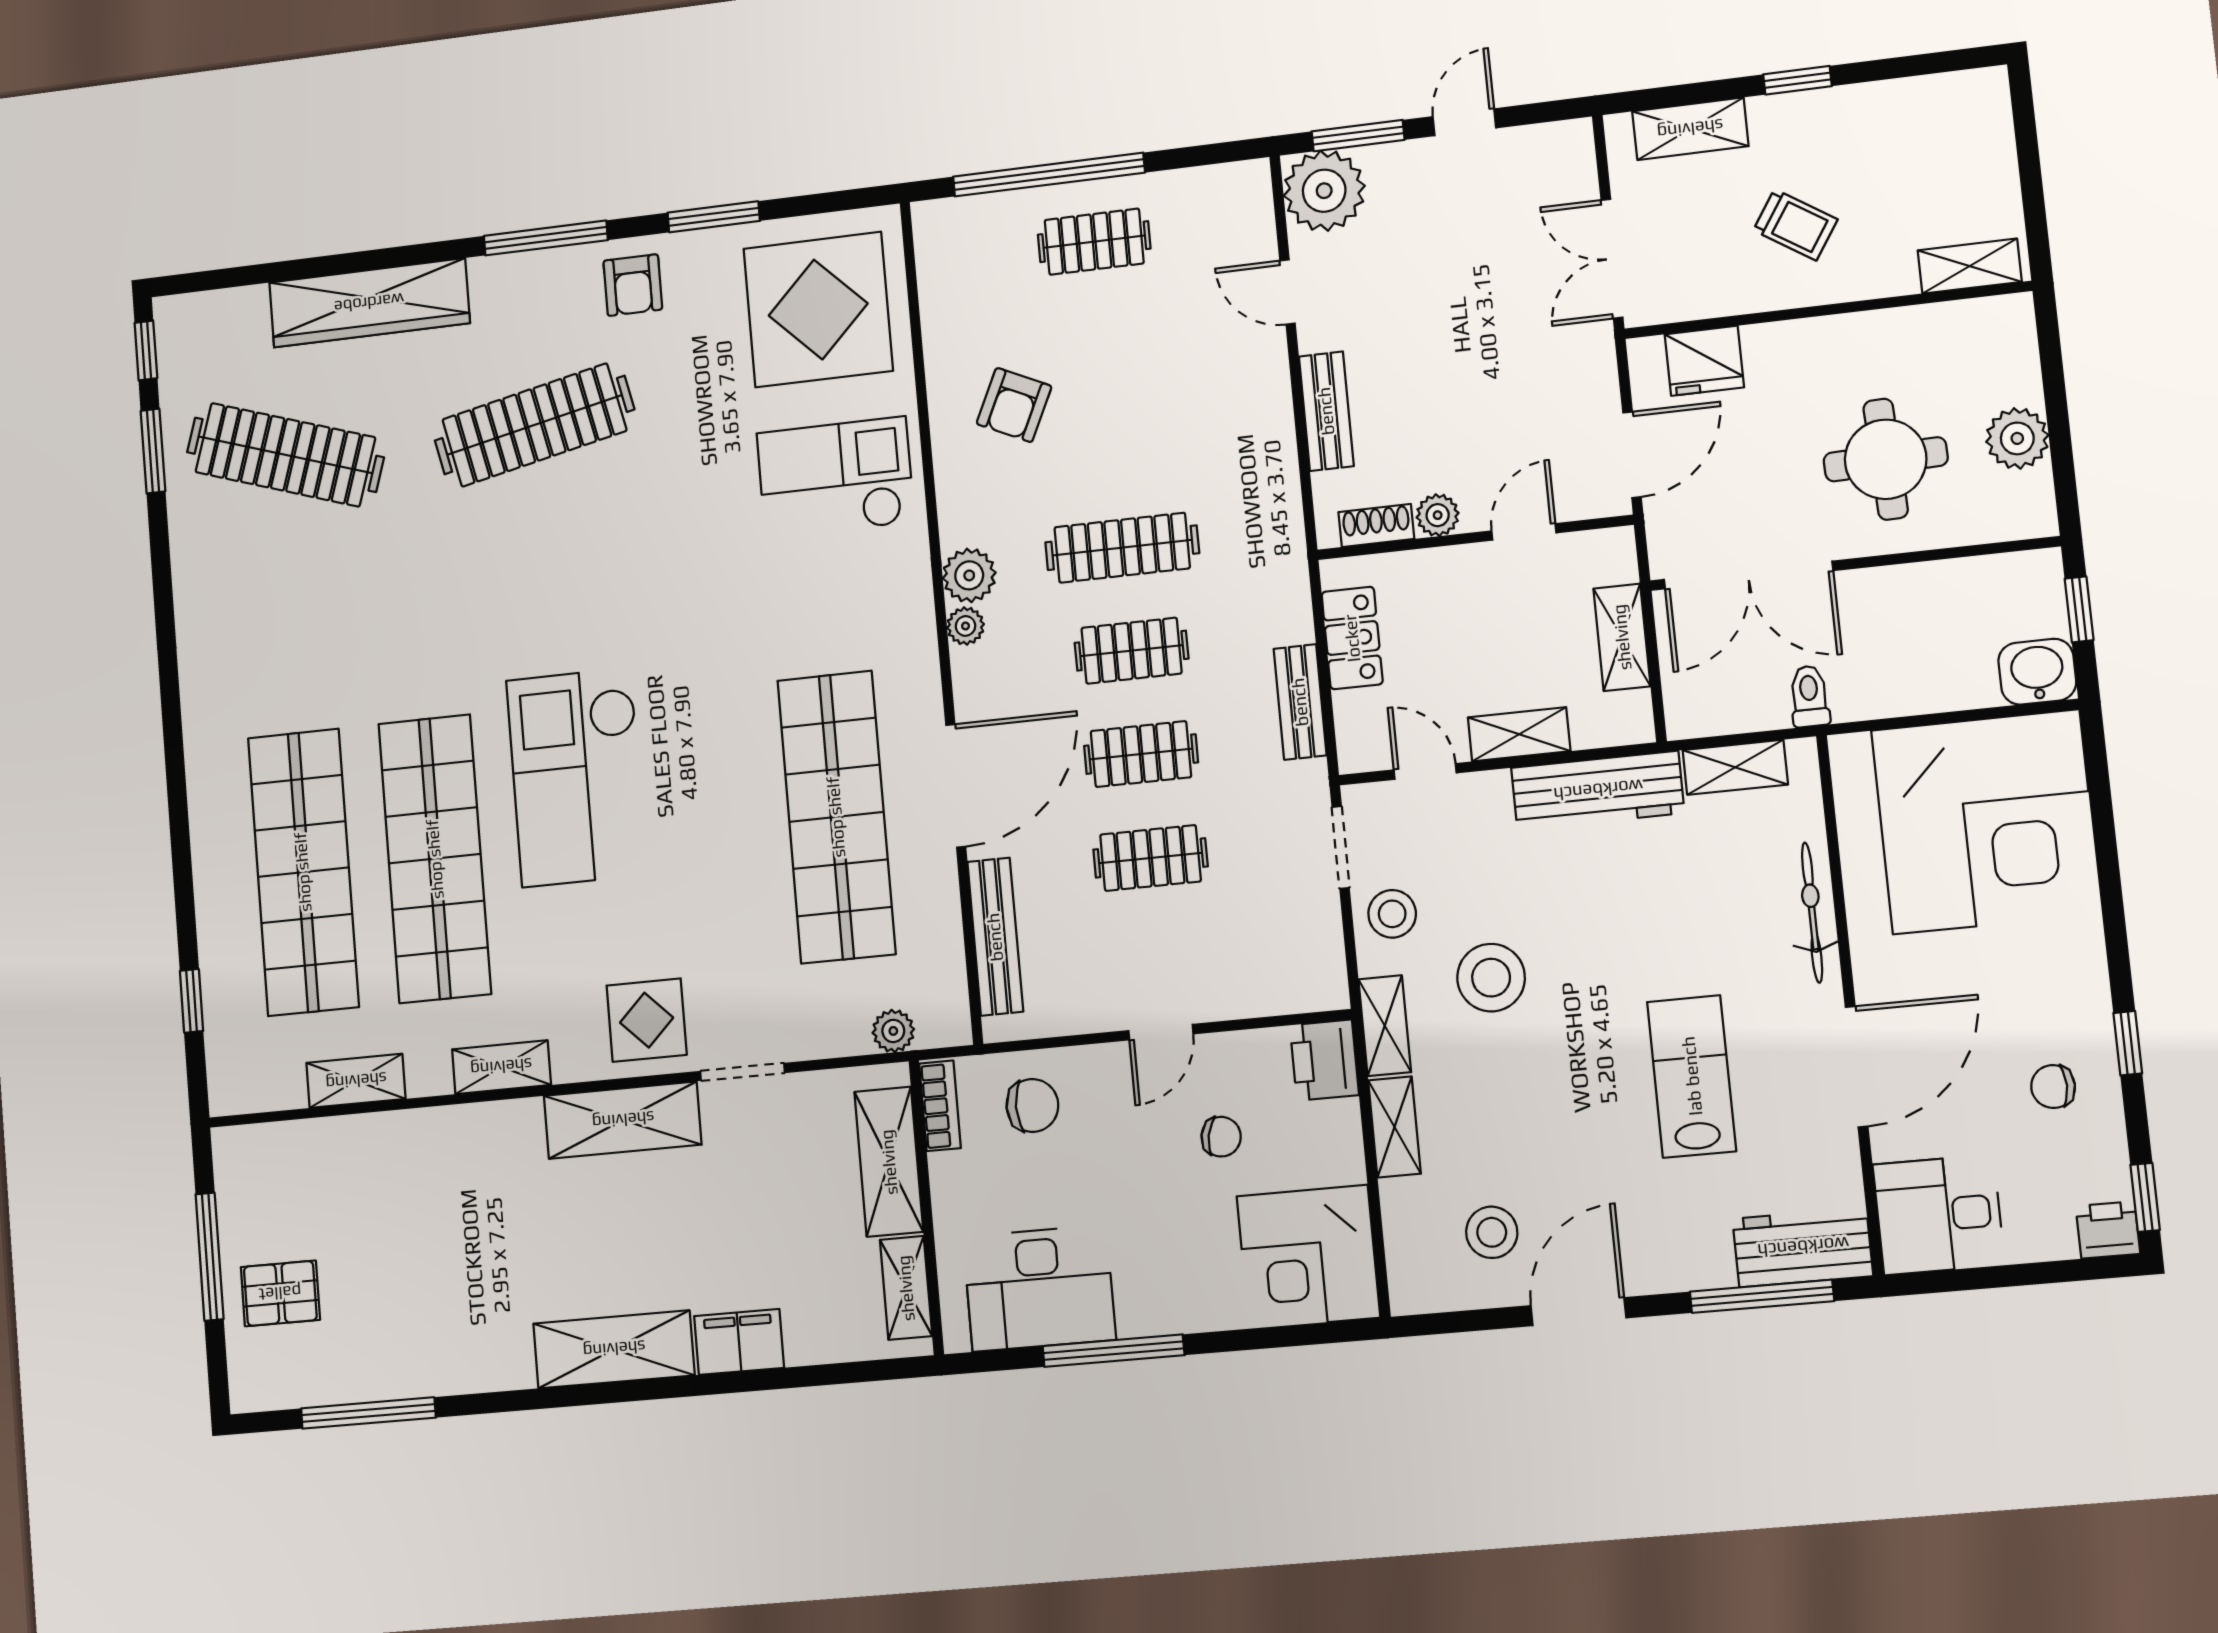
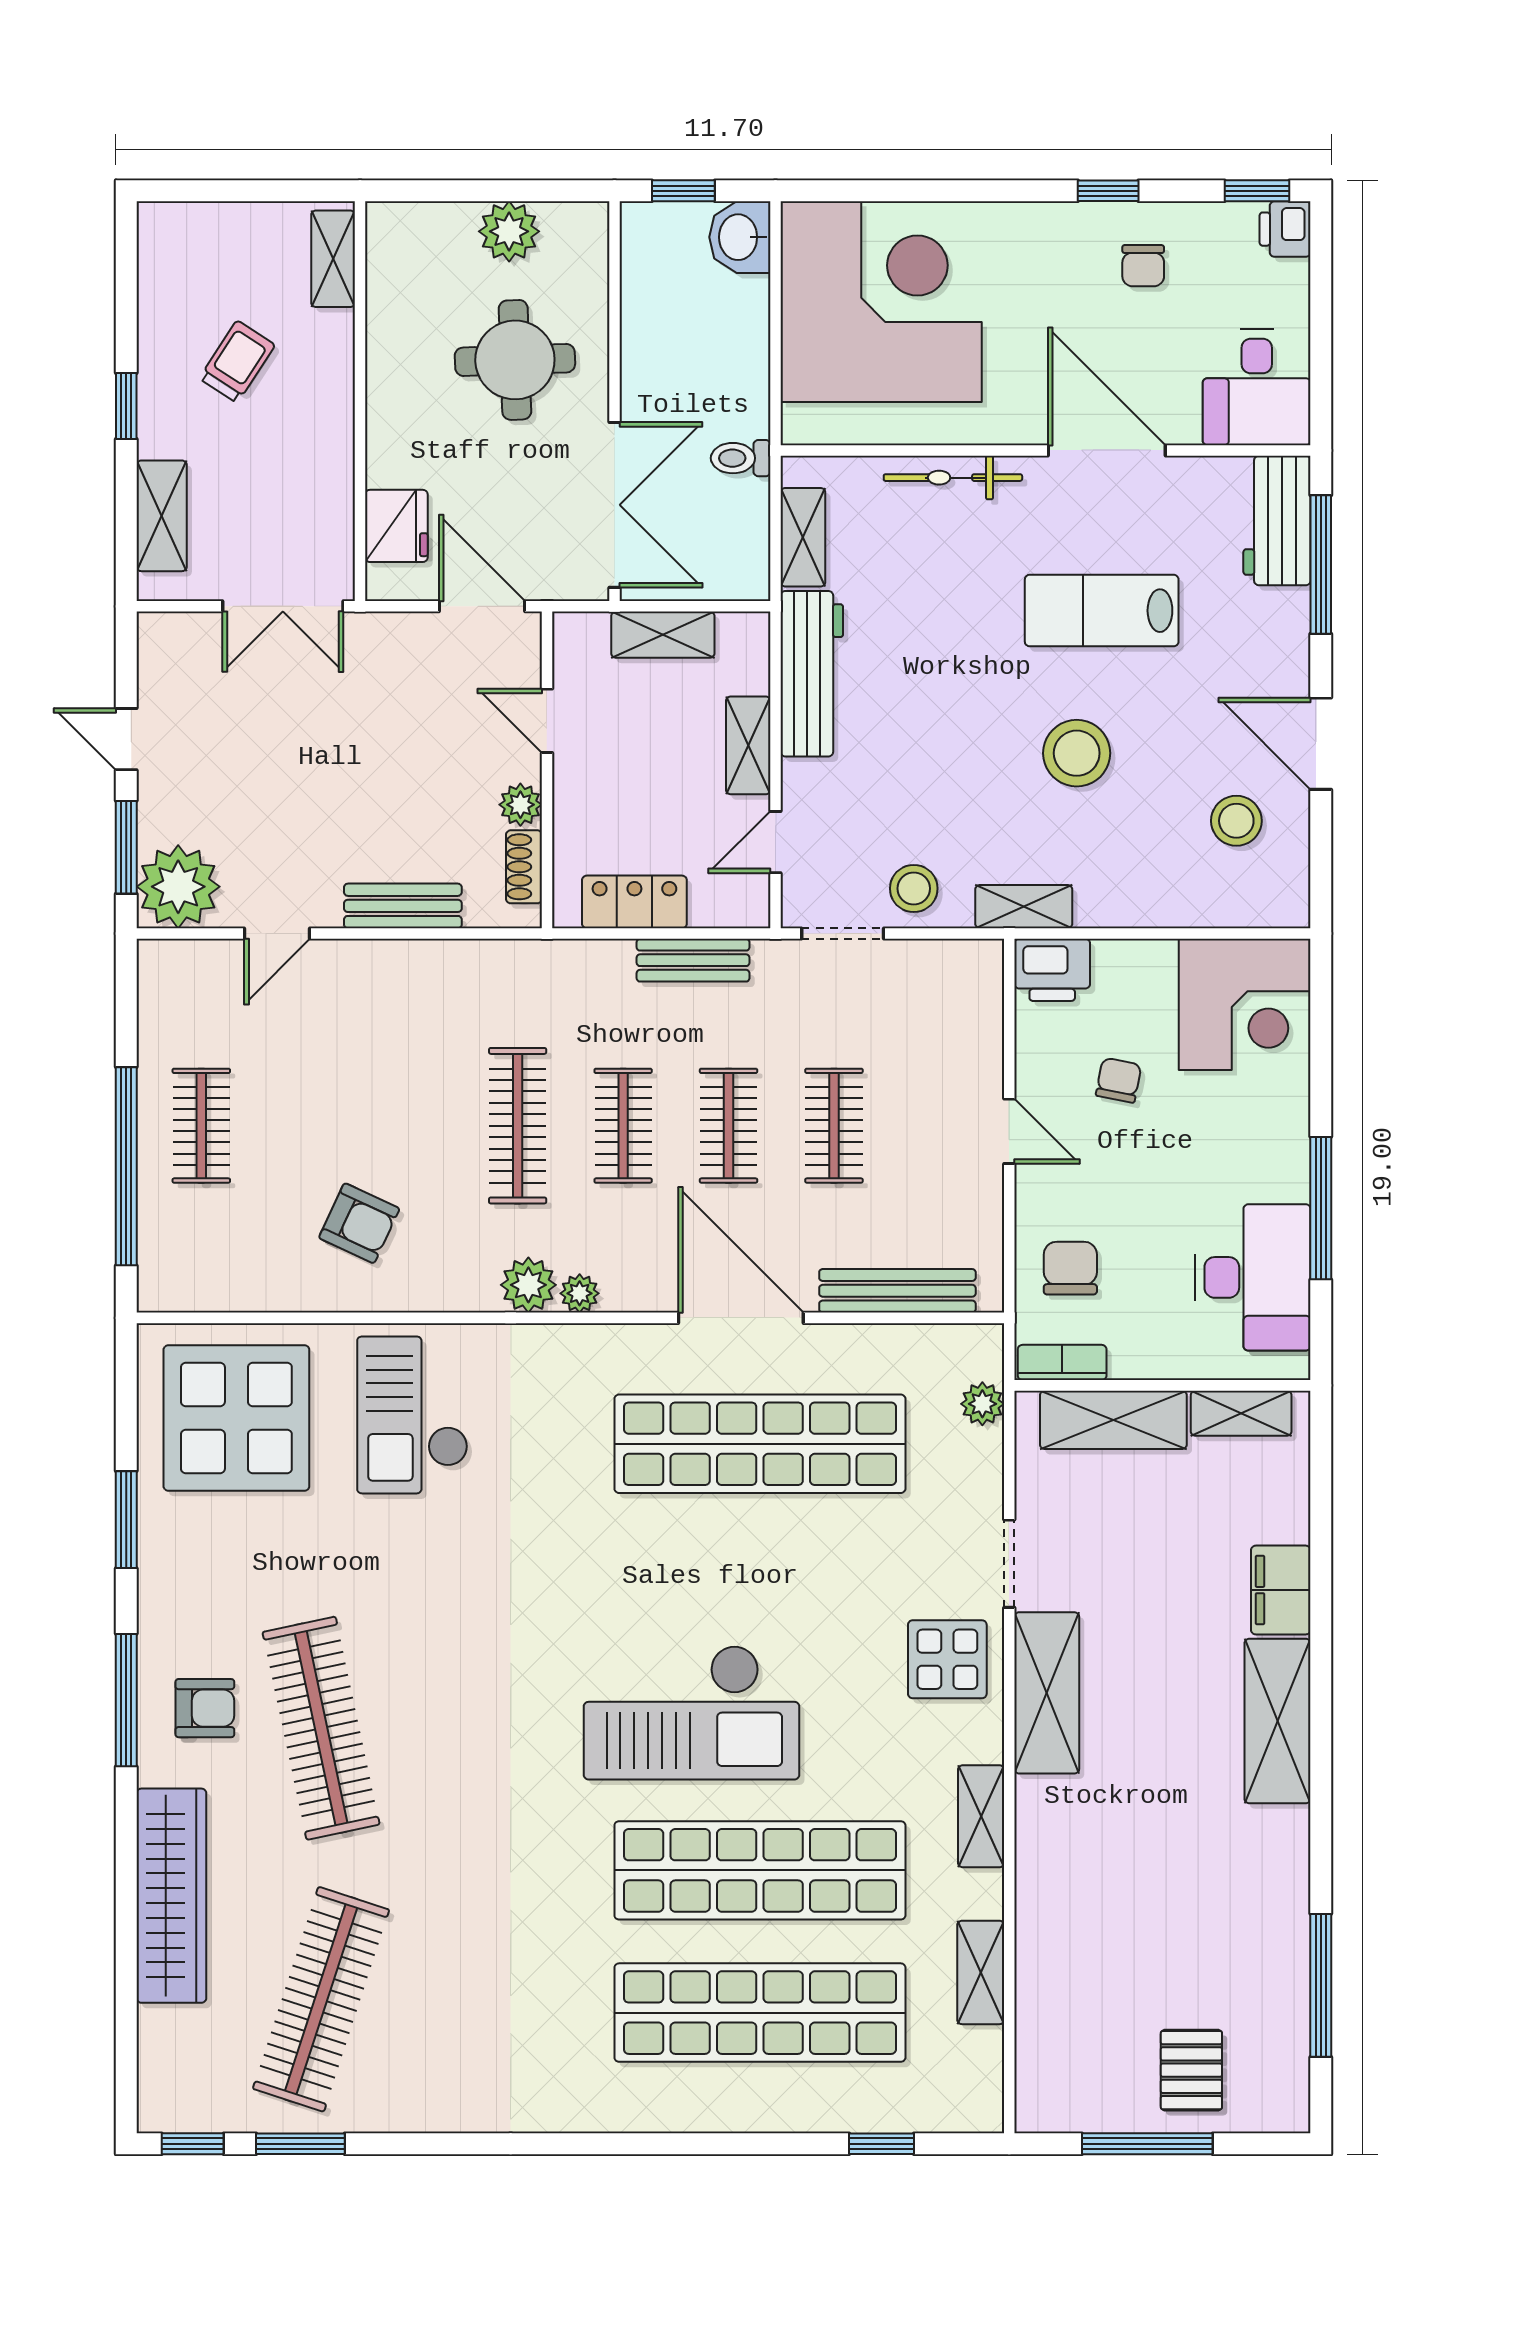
trolley: (1795, 225) -> (237, 362), moved
armchair: (633, 285) -> (205, 1708), moved
stool: (1491, 978) -> (1077, 753), moved
shelving: (1394, 1127) -> (1125, 907), removed

